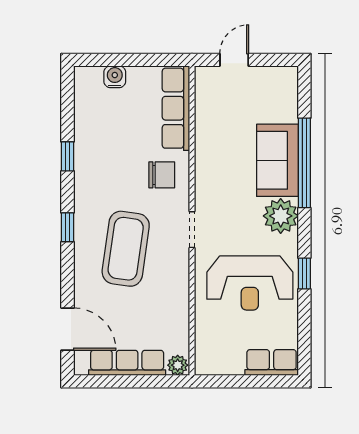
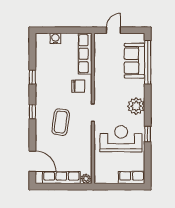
sofa: (277, 160) -> (135, 61), moved
window: (304, 163) -> (148, 62), moved
coffee table: (126, 249) -> (61, 122), width x0.73, depth x0.76
reception desk: (250, 283) -> (121, 139), turned 180

